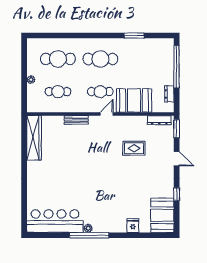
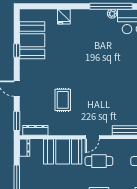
dresser: (169, 94) -> (25, 148), moved
rug: (134, 148) -> (63, 100), turned 90
booth: (162, 215) -> (32, 40), moved

